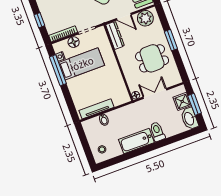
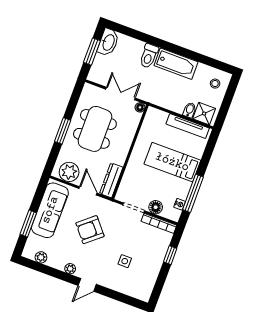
dining table: (152, 58) -> (95, 129), width x1.38
bed: (82, 64) -> (172, 162), moved
double door: (155, 93) -> (120, 94), swing flipped
shower: (182, 101) -> (204, 114), moved

